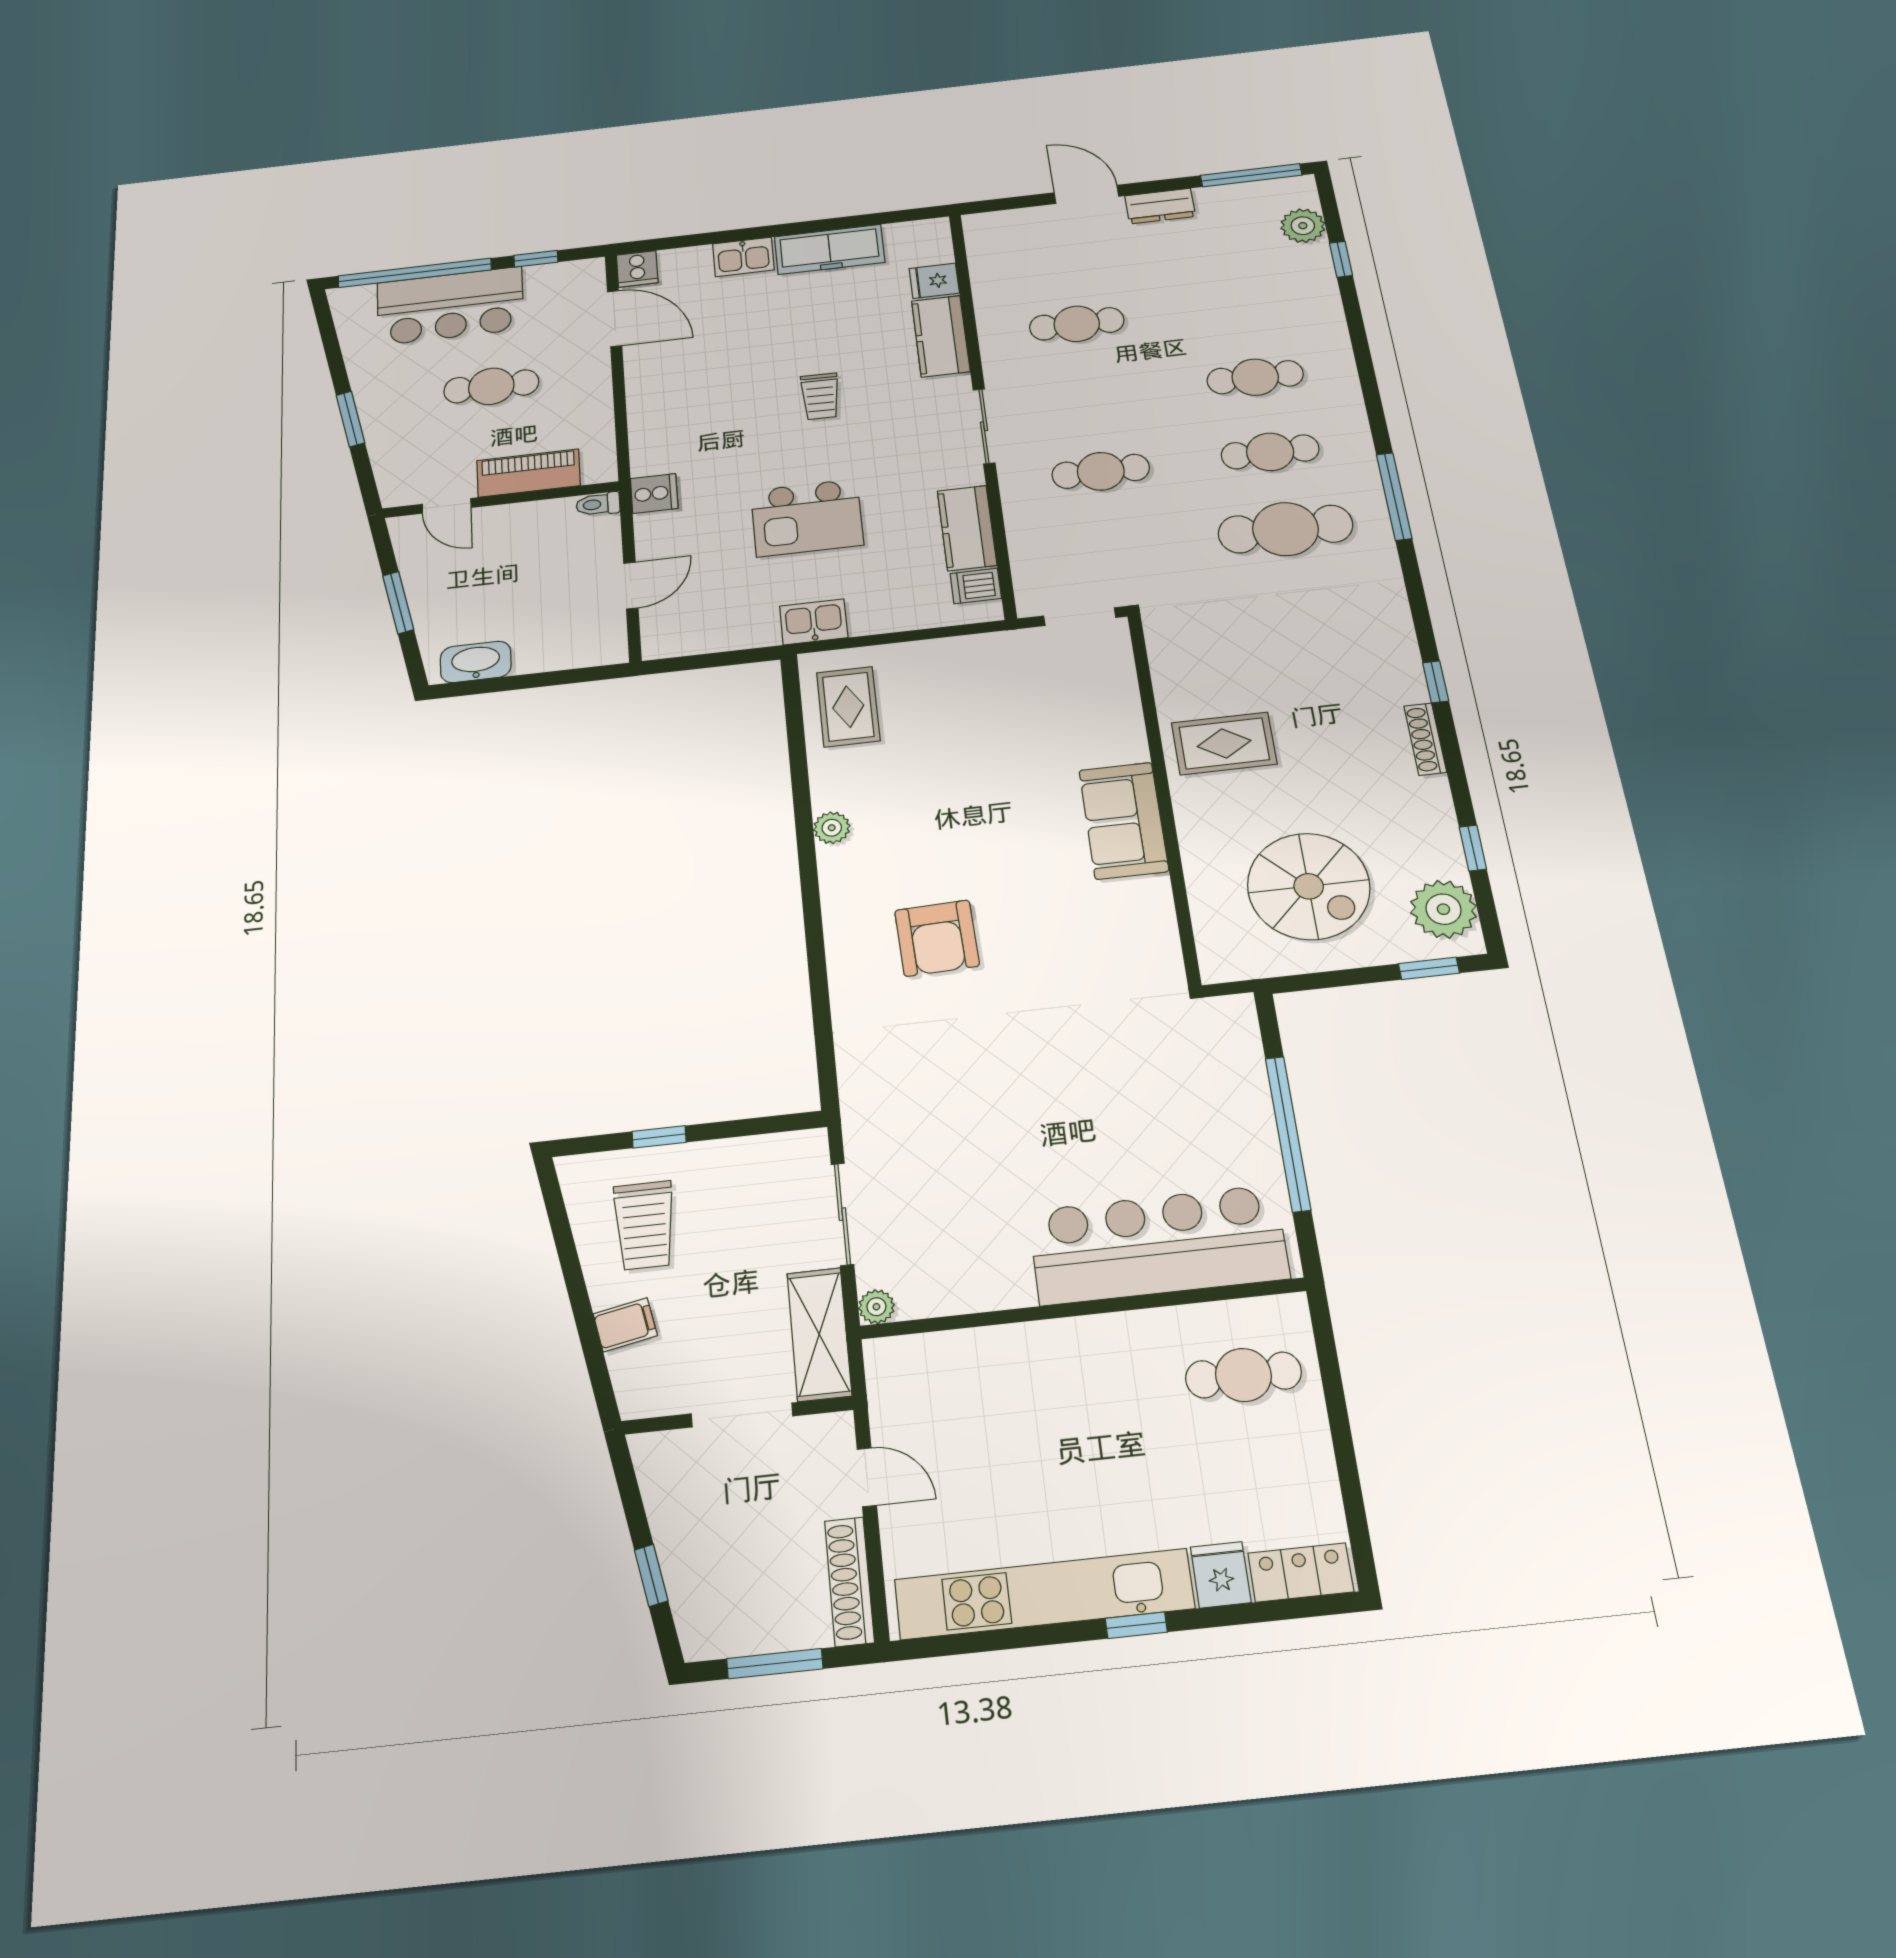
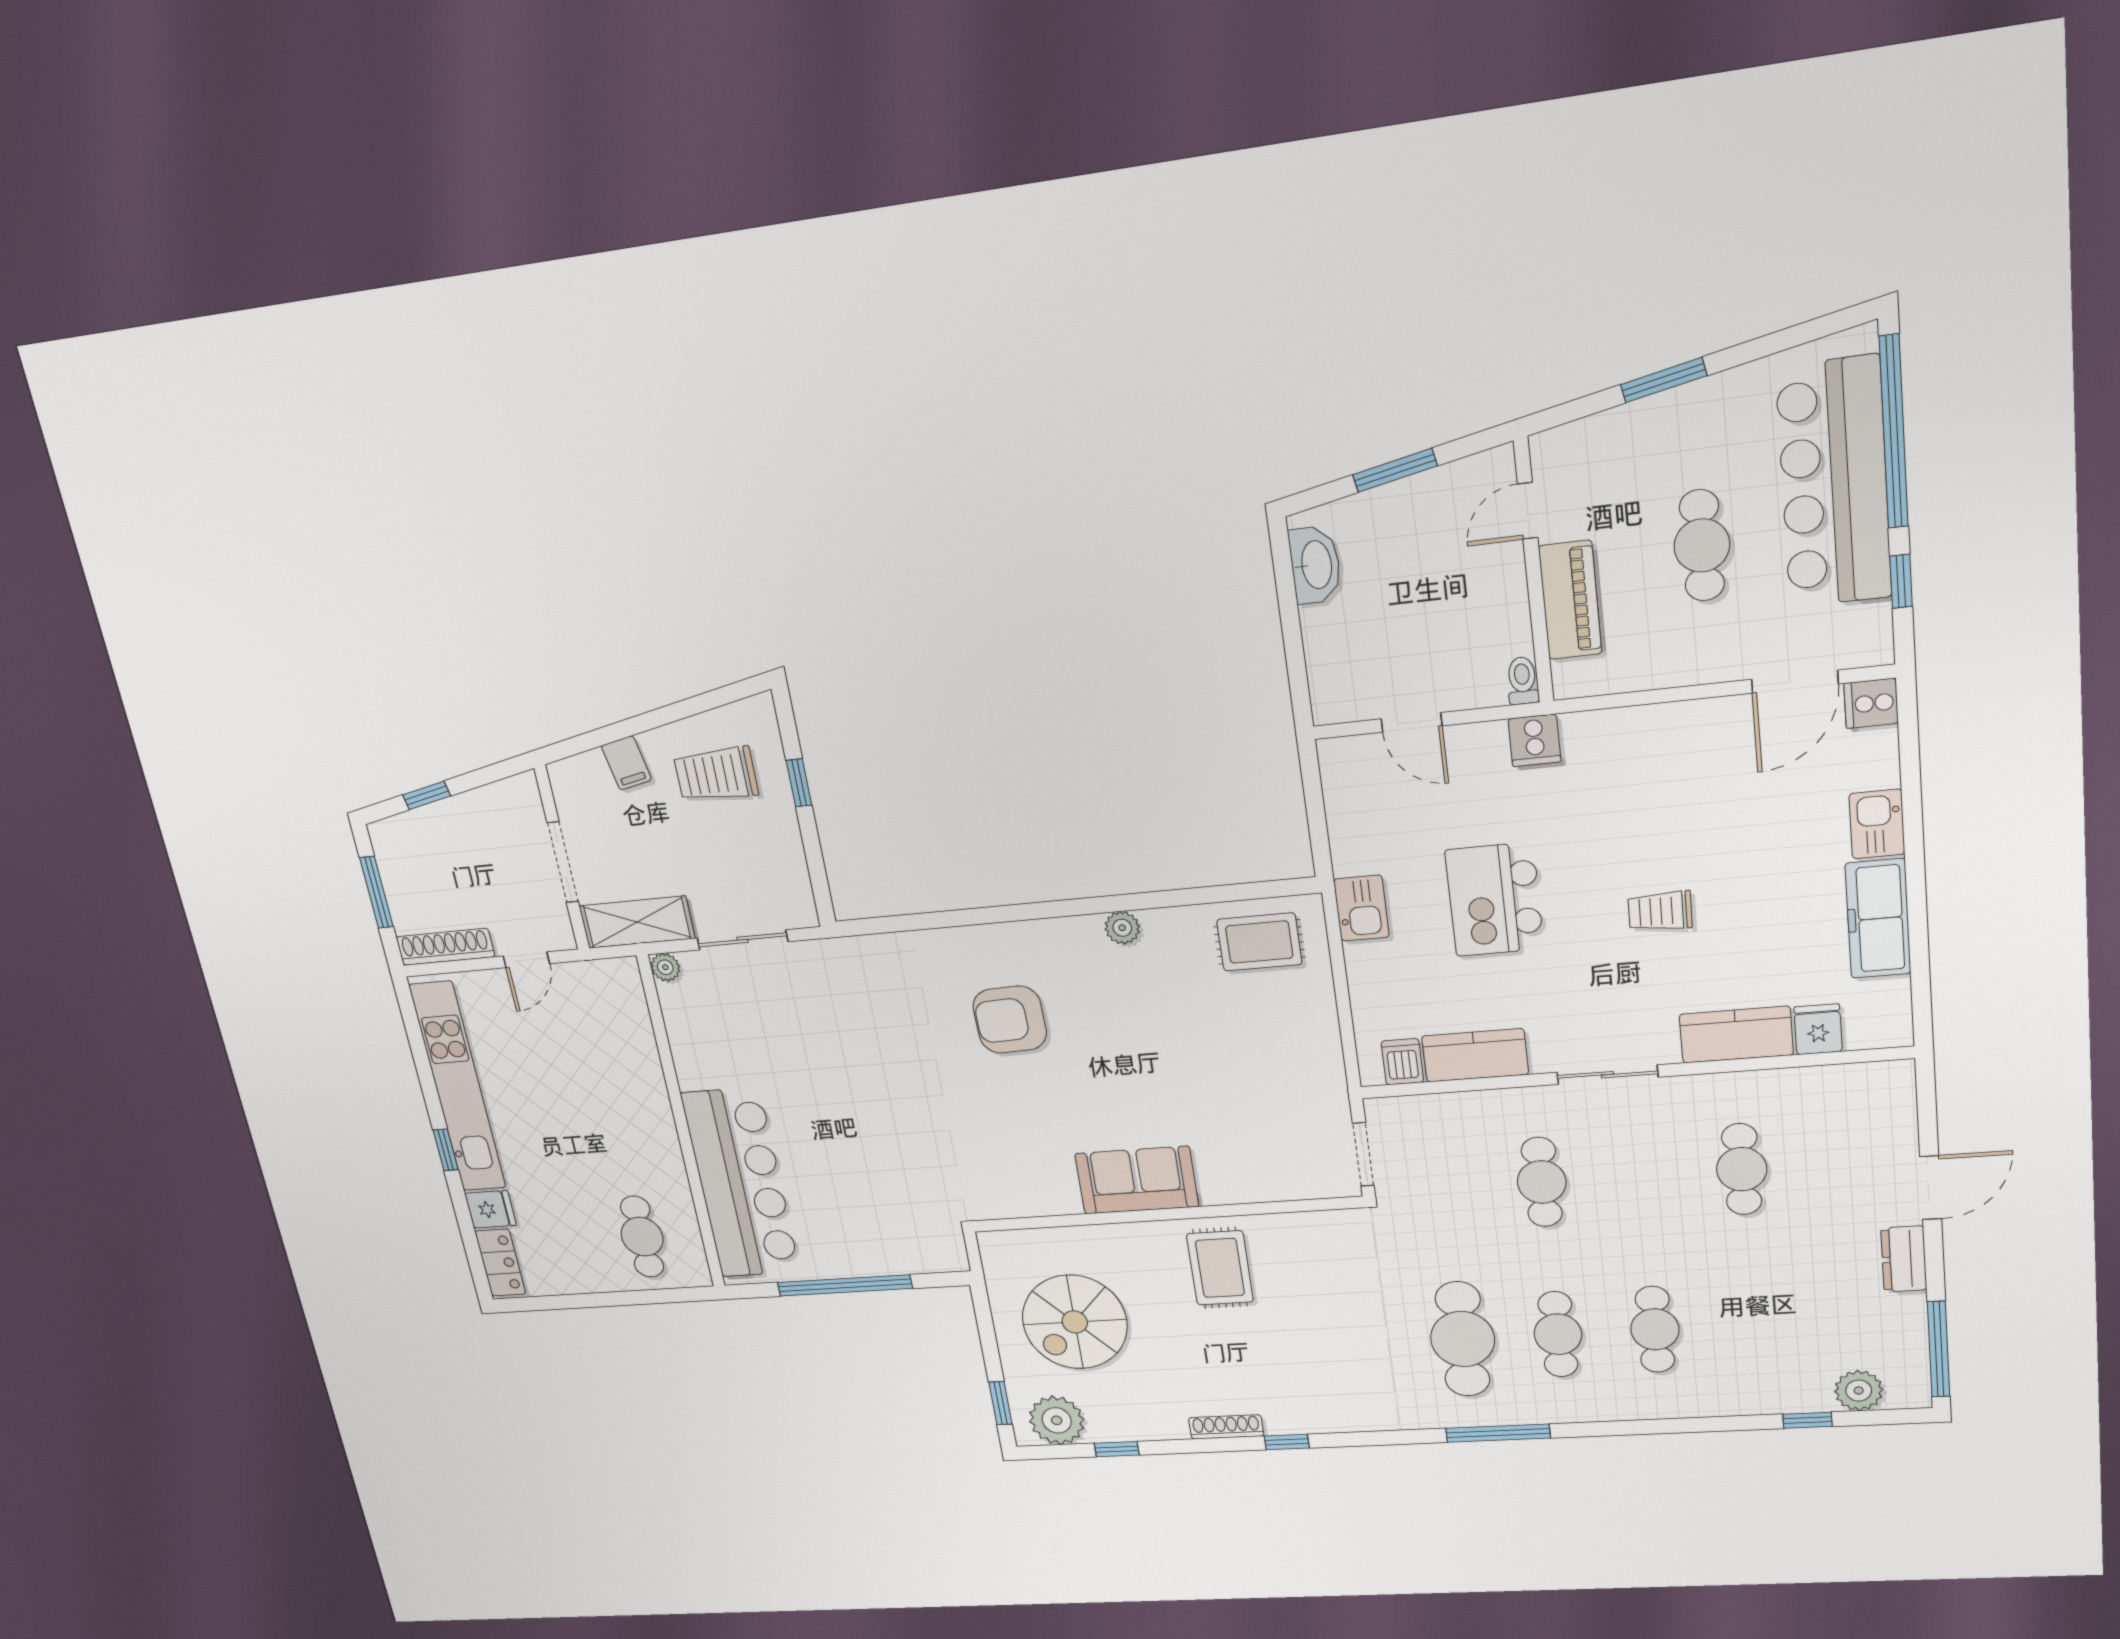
bar counter: (450, 306) -> (1834, 483), width x1.36

